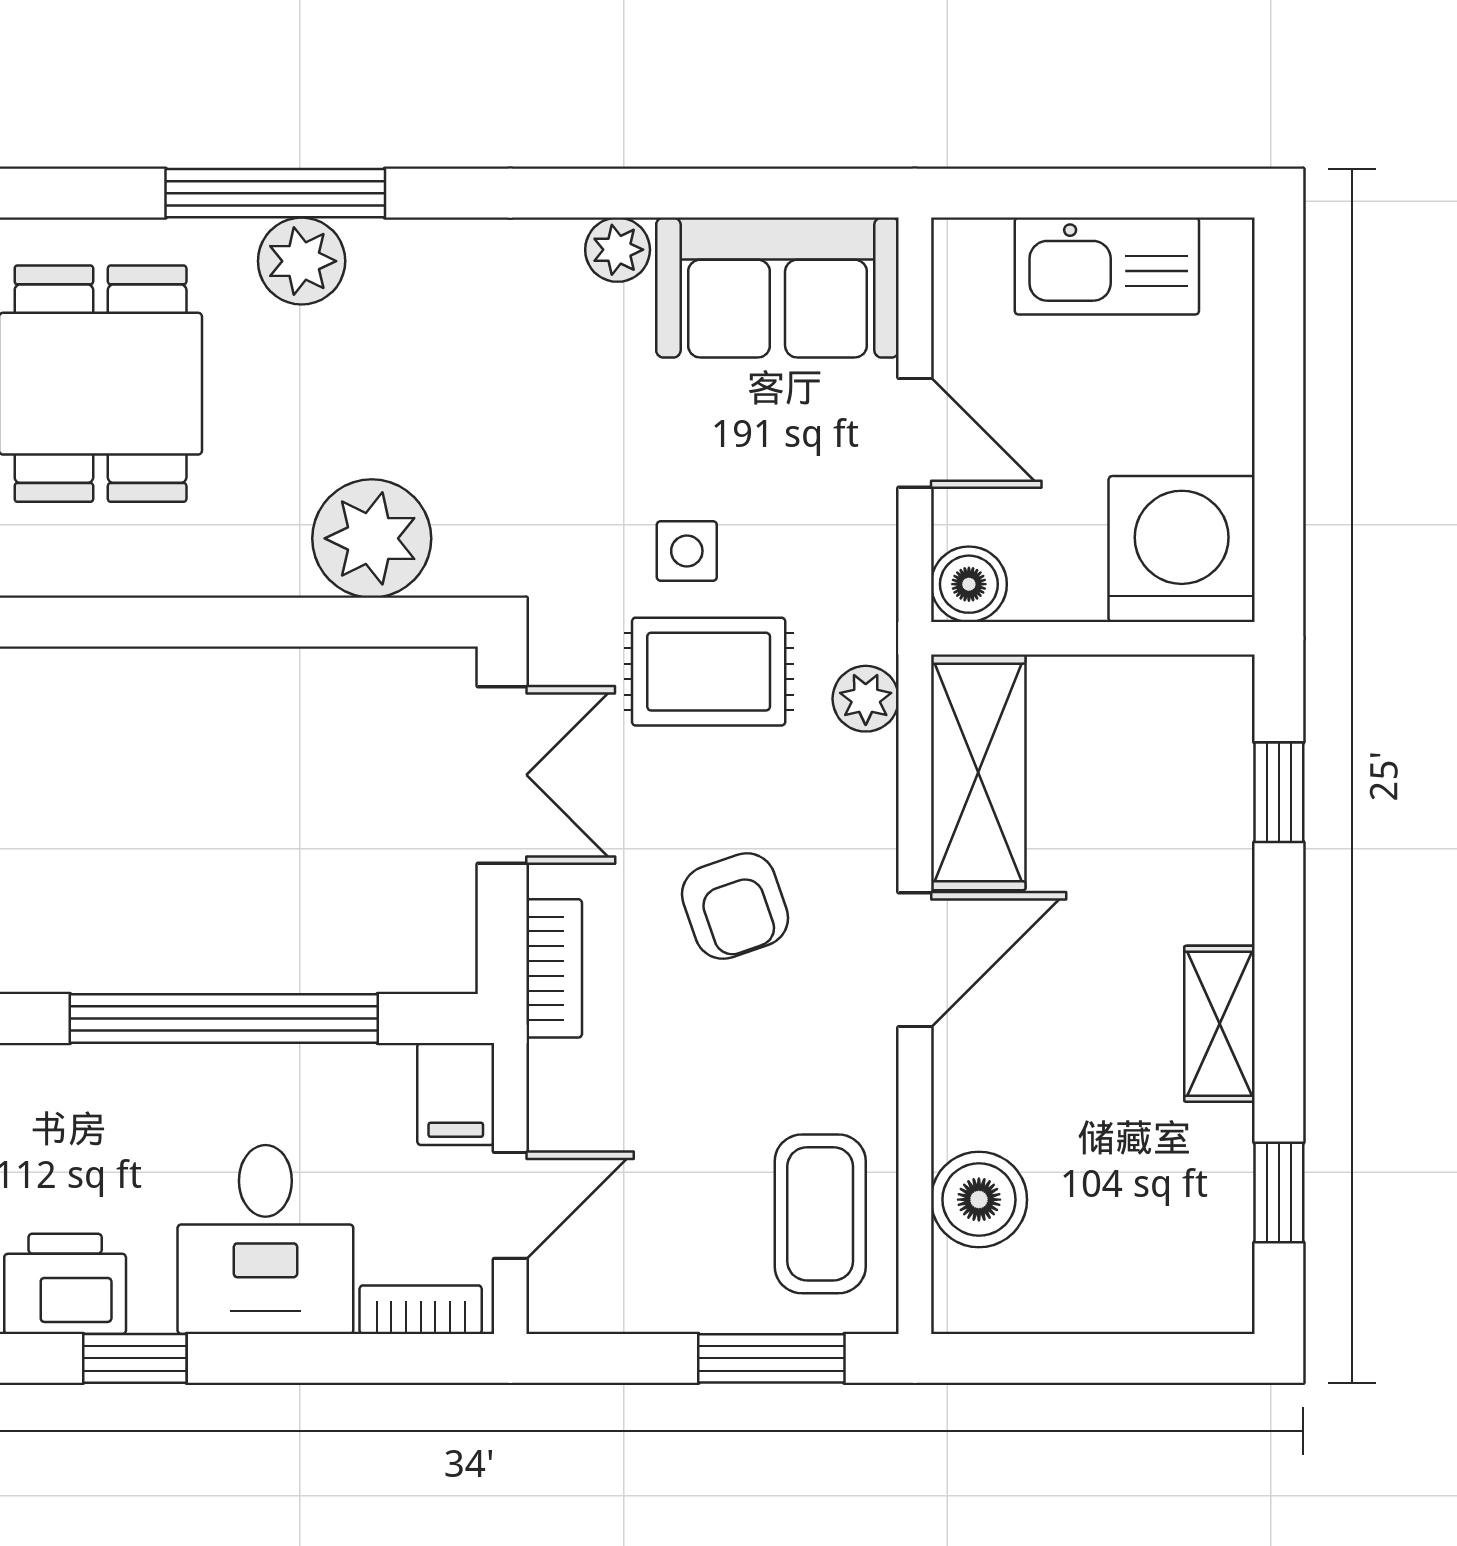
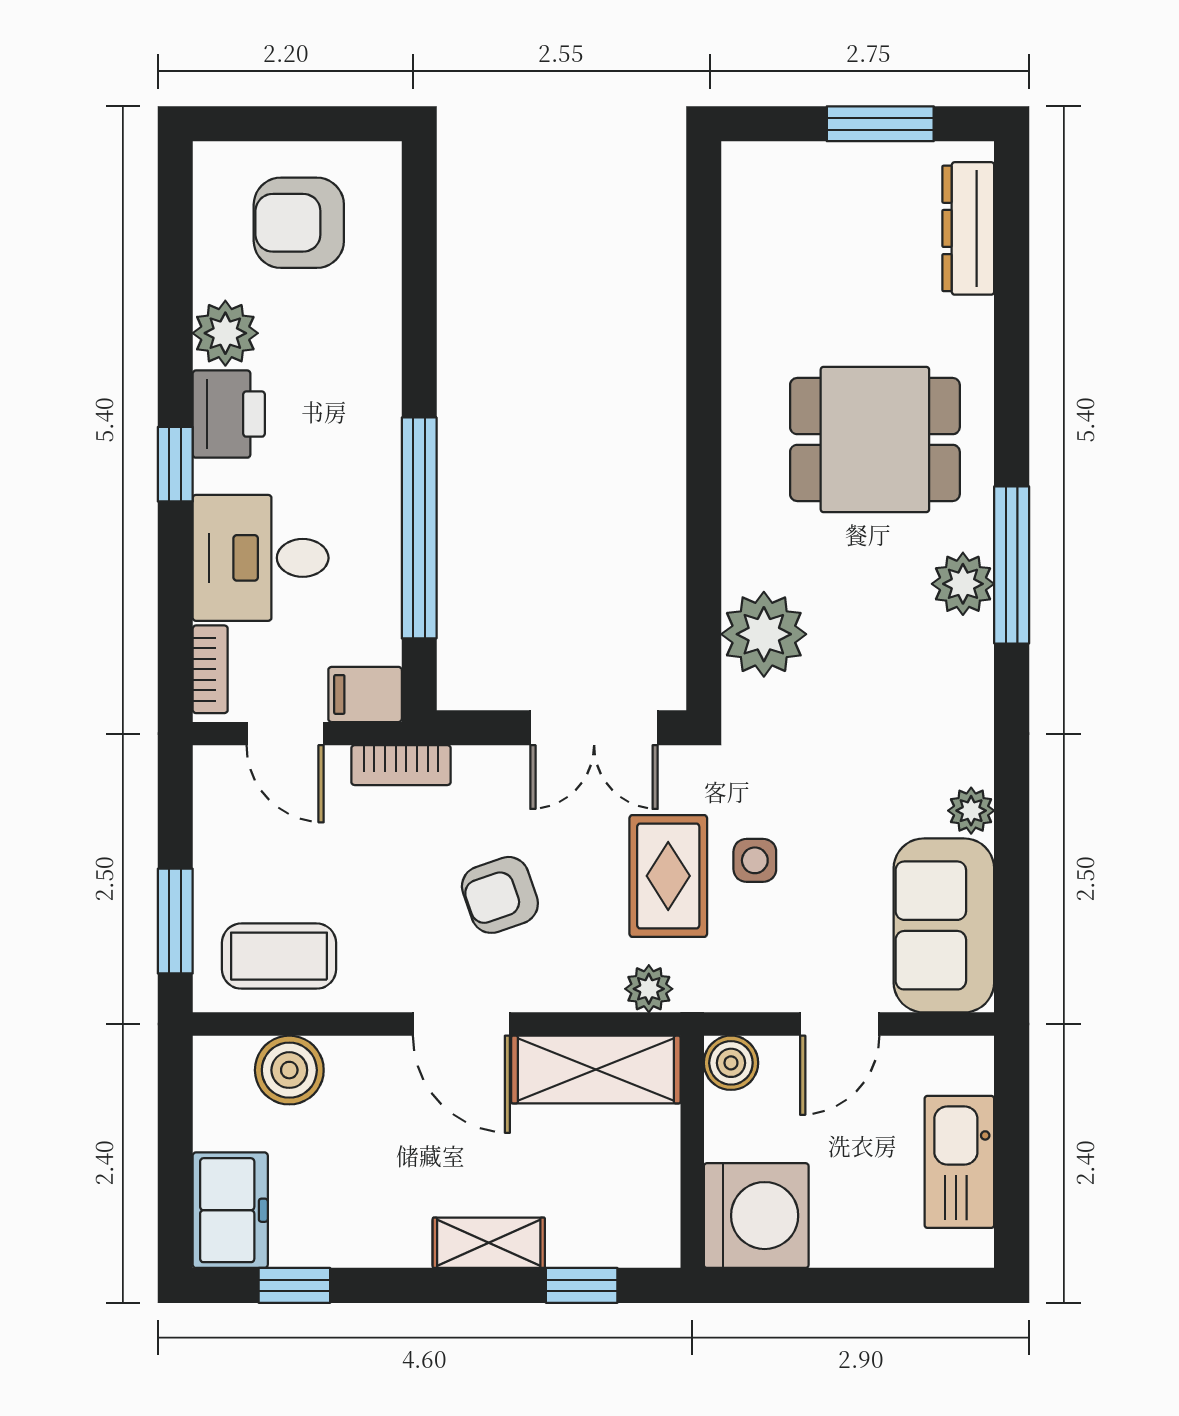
bookcase: (554, 968) -> (401, 765), moved
shelving: (1220, 1024) -> (489, 1243), moved
freezer: (1174, 1282) -> (230, 1210), added

